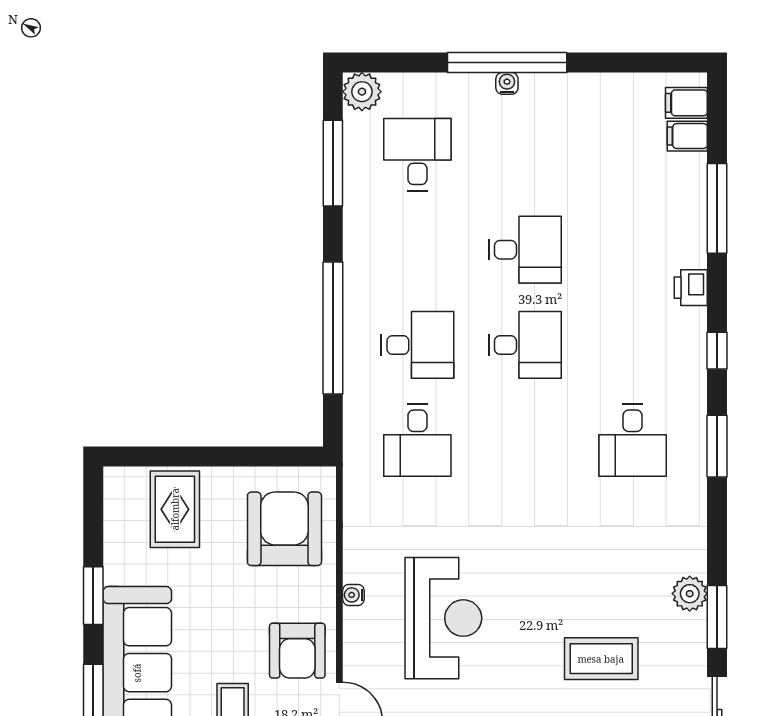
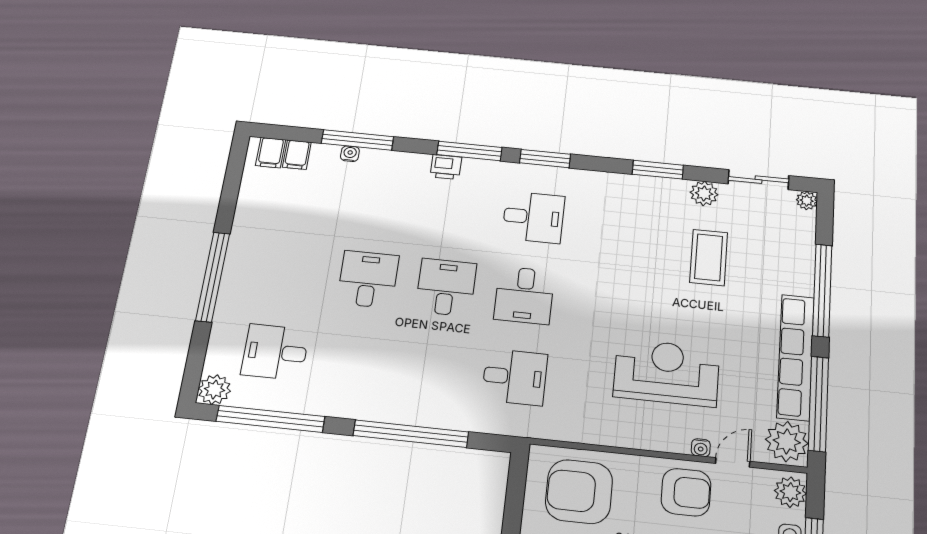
water cooler: (507, 83) -> (350, 154), moved, turned 90
window: (333, 163) -> (270, 419), width x1.46
printer: (691, 288) -> (446, 167), moved
desk: (417, 345) -> (524, 295), moved, turned 180
window: (717, 351) -> (469, 151), width x2.17
plant: (690, 594) -> (704, 193), moved
water cooler: (353, 595) -> (701, 448), moved
window: (717, 617) -> (658, 170), moved

